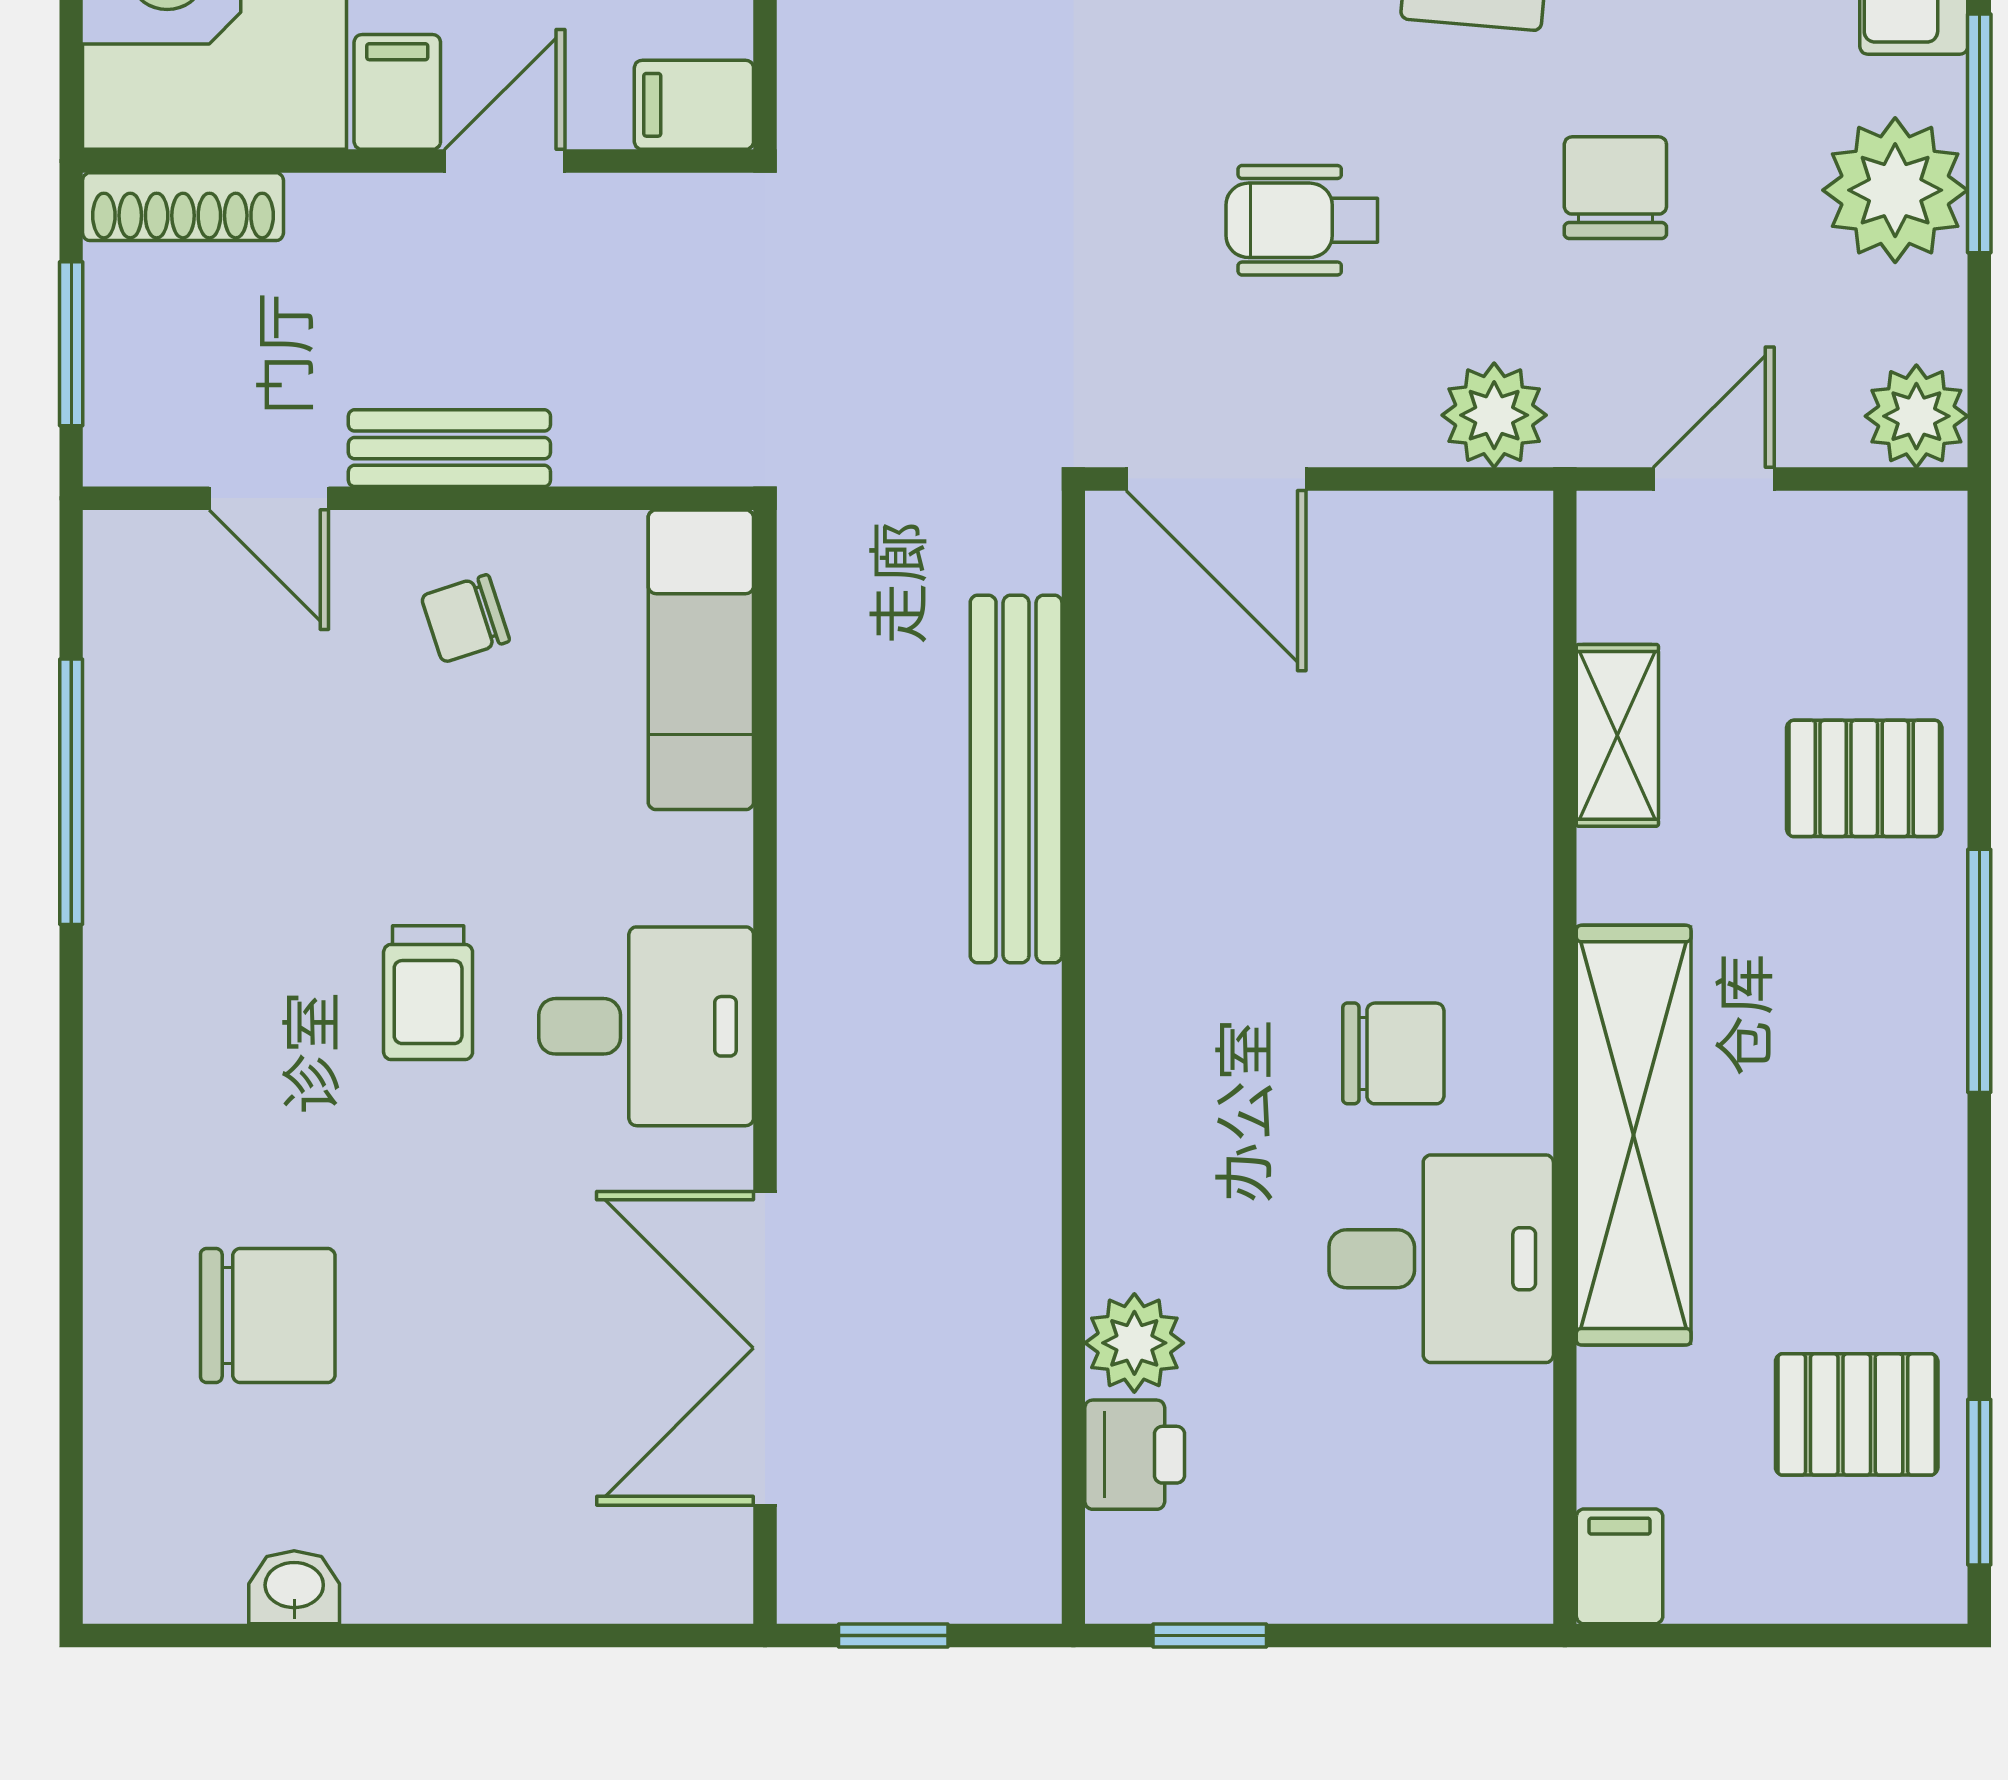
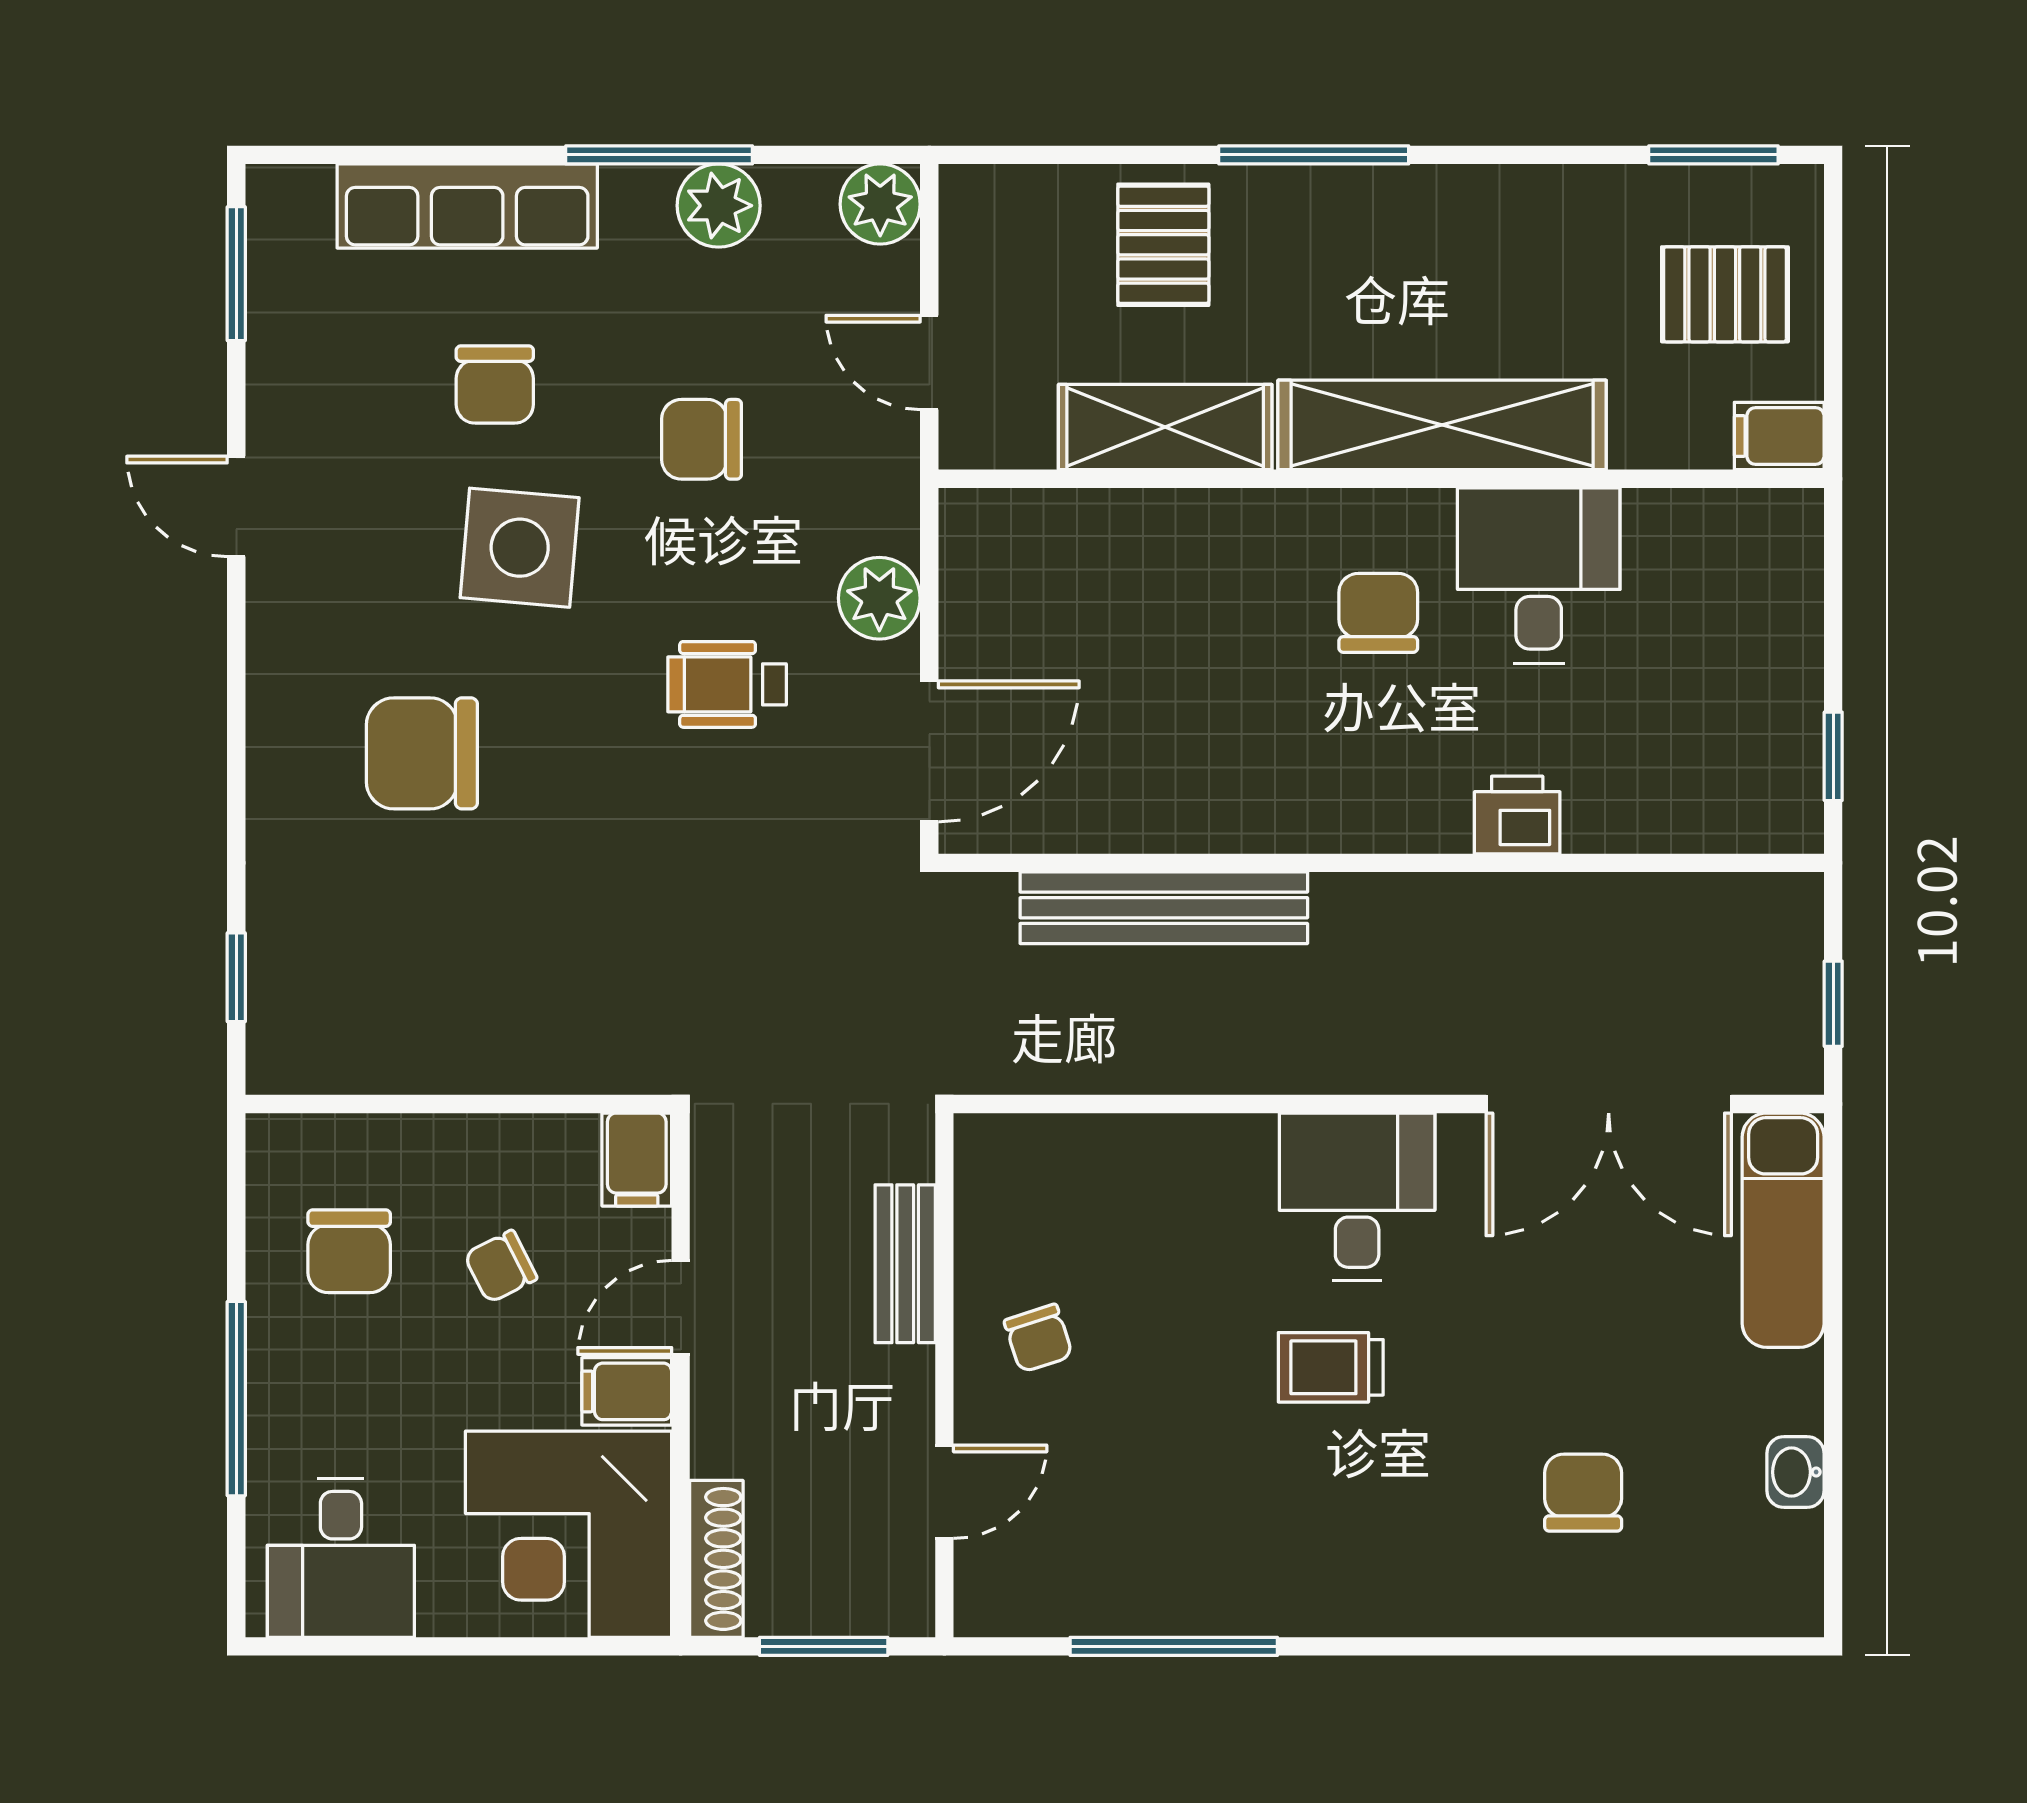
door: (505, 161) -> (681, 1307), hinge flipped
plant: (1895, 190) -> (719, 206), width x0.73, depth x0.73
wheelchair: (1302, 220) -> (727, 684), turned 90
plant: (1494, 415) -> (879, 598), moved
bench: (449, 448) -> (905, 1264), moved
exam couch: (701, 660) -> (1783, 1230), moved, turned 90
shelving: (1617, 735) -> (1165, 427), width x1.50, depth x1.33
trolley: (428, 993) -> (1331, 1367), turned 180
chair: (268, 1315) -> (1583, 1493), width x0.73, depth x0.73
plant: (1134, 1343) -> (1605, 815), removed
pallet: (1857, 1414) -> (1725, 294), moved, turned 90
printer: (1135, 1455) -> (1517, 815), moved

